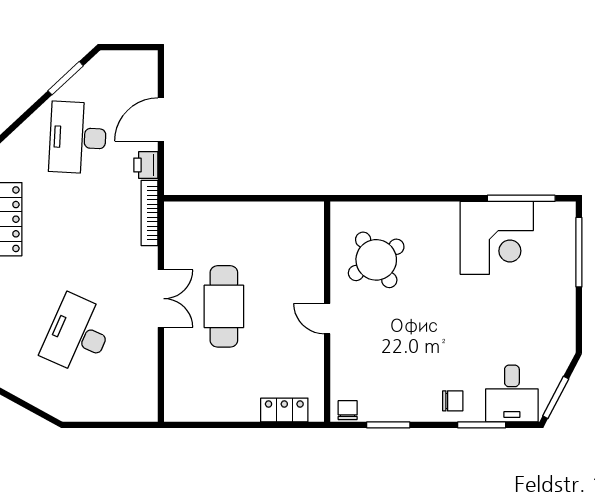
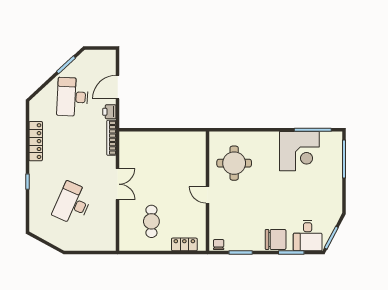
round table: (376, 260) -> (234, 163), turned 33
cafe table: (224, 306) -> (151, 221), moved, width x0.73, depth x0.74
chair: (453, 401) -> (276, 239), width x1.87, depth x1.87

